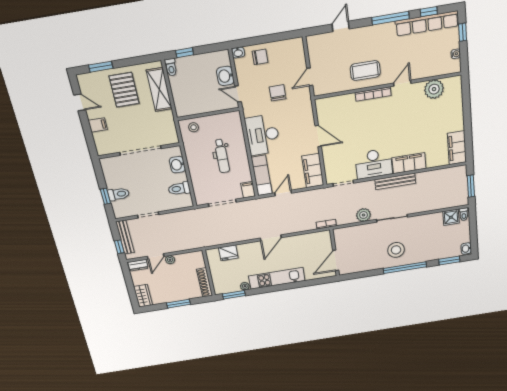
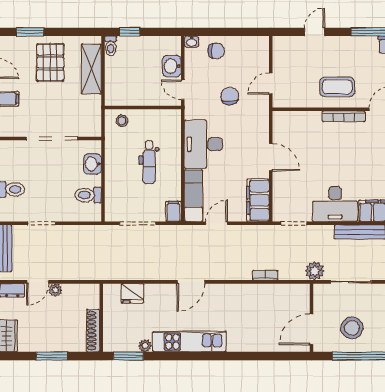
wall: (335, 253) -> (311, 318), moved
door: (336, 260) -> (311, 329), moved

